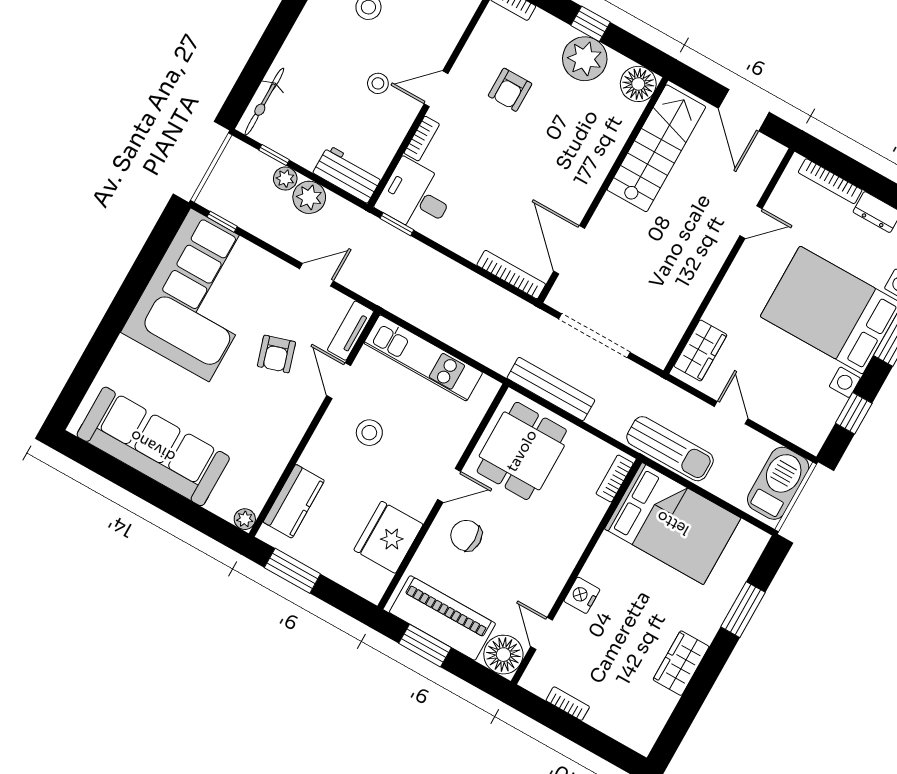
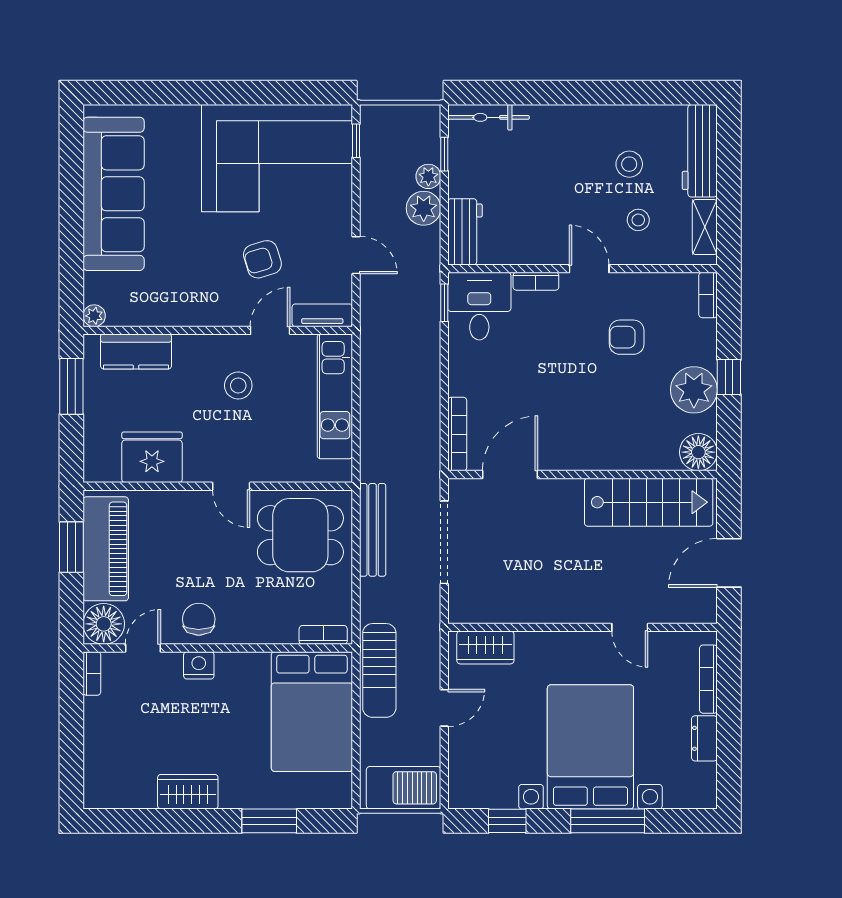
stool: (378, 83) -> (638, 220), moved
chair: (466, 536) -> (199, 619), moved
bookcase: (568, 704) -> (92, 673), moved

